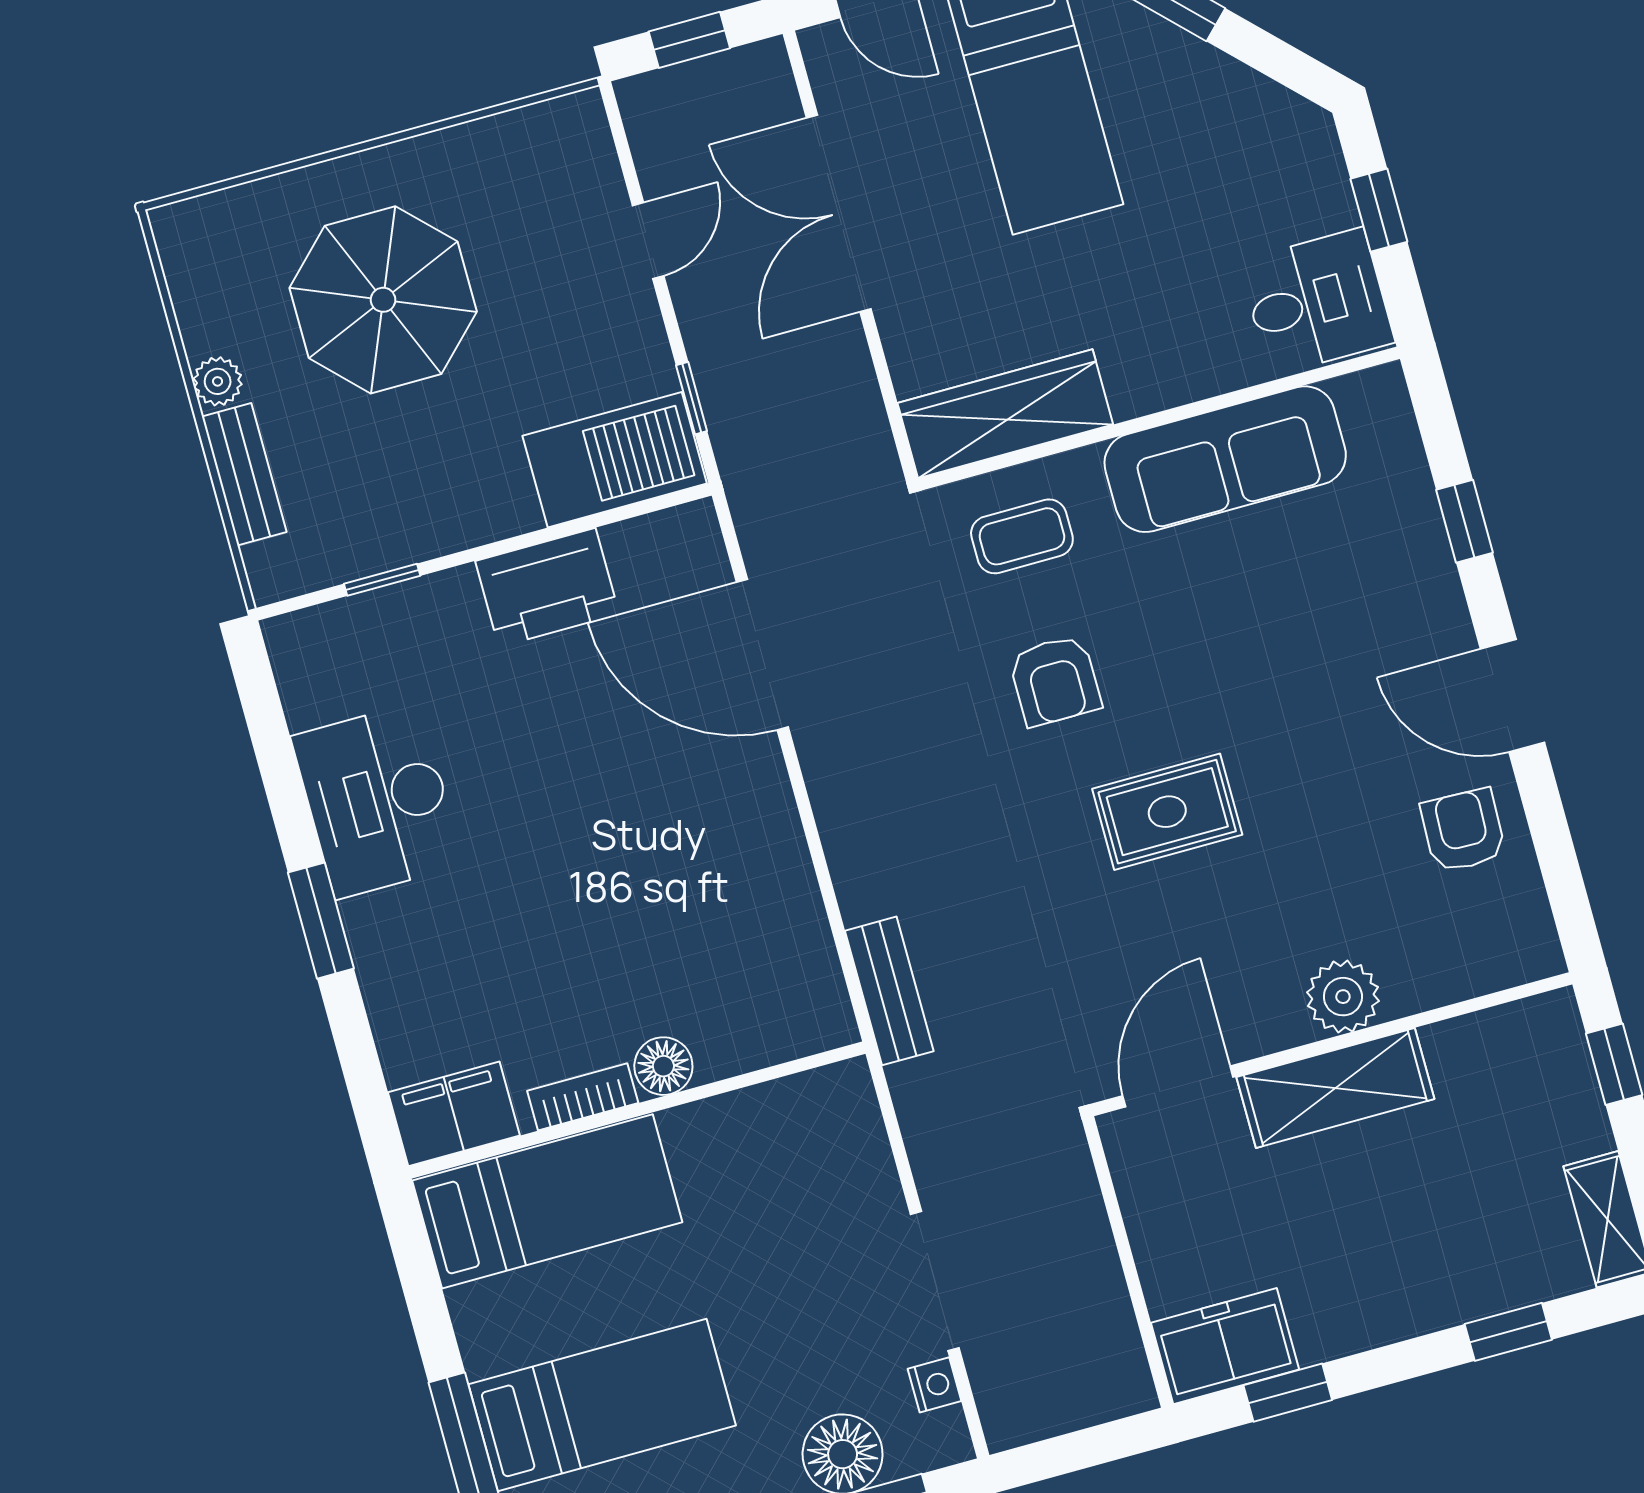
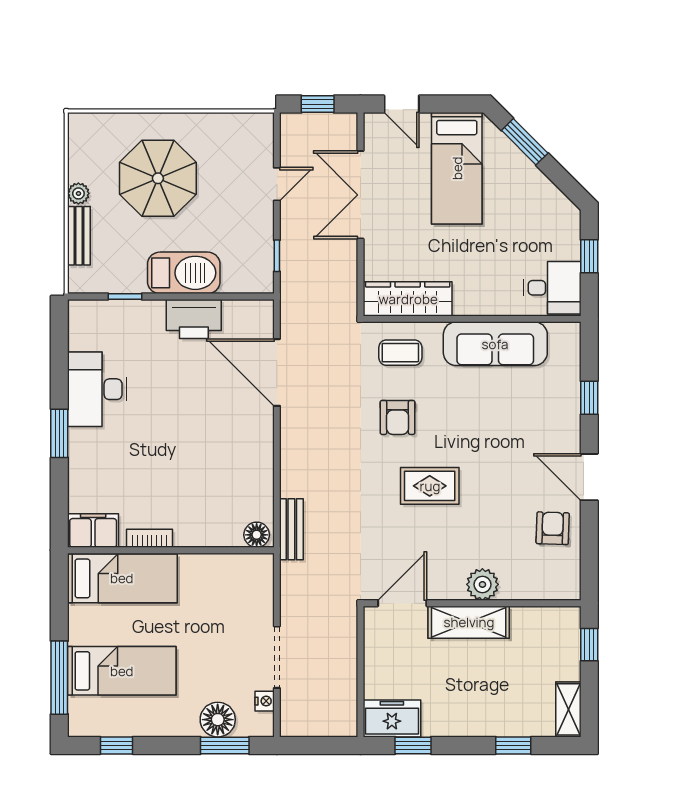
barbecue: (615, 460) -> (184, 273), moved
floor lamp: (663, 1066) -> (257, 535), moved

